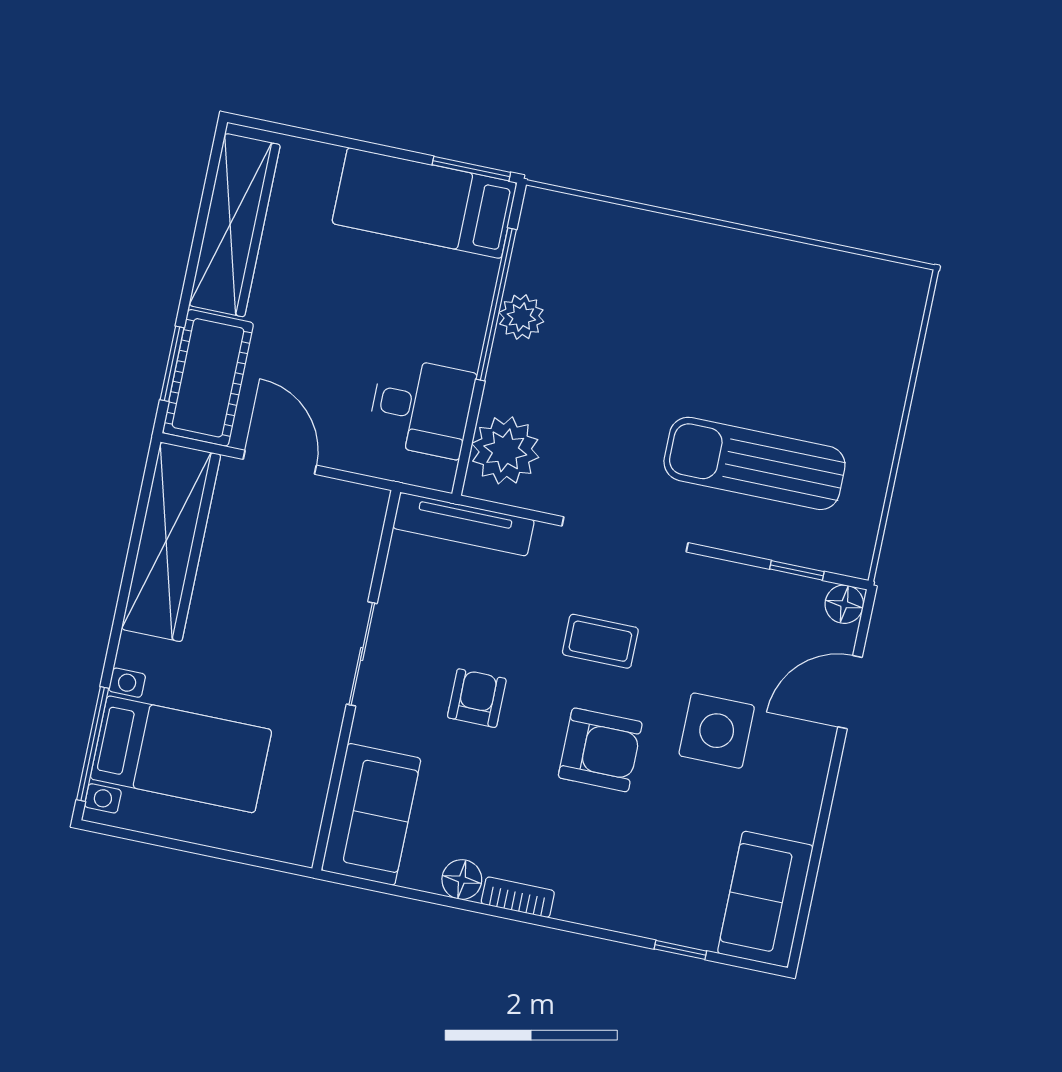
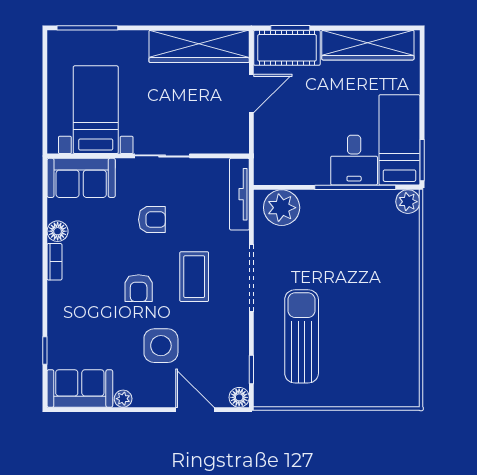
plant: (521, 317) -> (408, 202), moved
desk: (421, 407) -> (354, 160), moved
coffee table: (600, 641) -> (194, 277), width x1.36, depth x1.30
armchair: (600, 750) -> (139, 288), width x0.72, depth x0.72
bed with nightstands: (181, 754) -> (96, 110), moved, turned 180
plant: (801, 822) -> (123, 399), added

